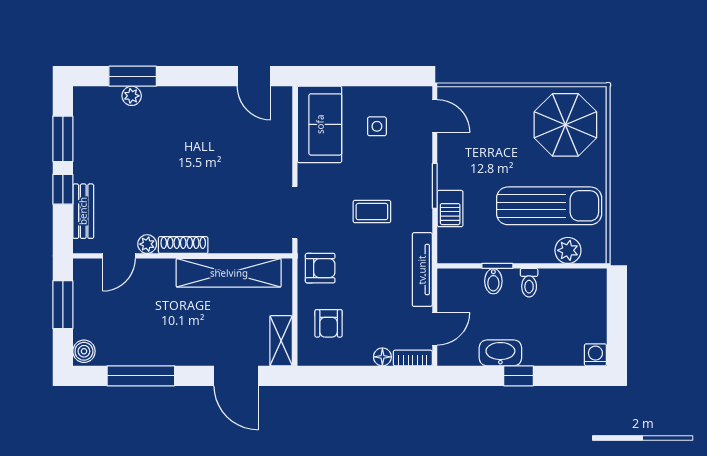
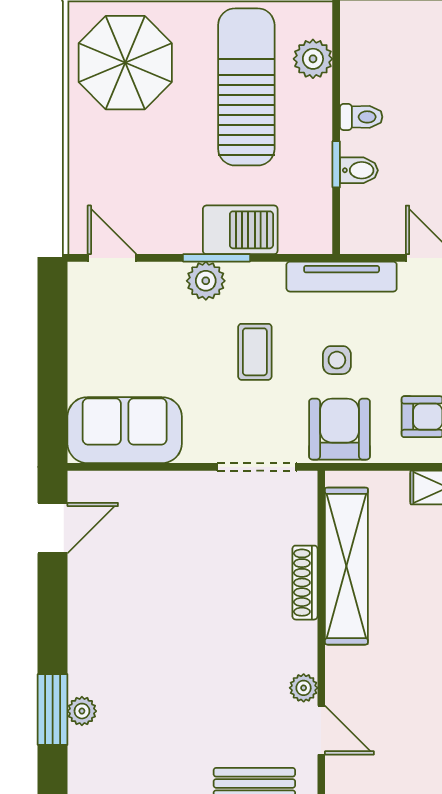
door: (435, 116) -> (112, 258), hinge flipped
side table: (377, 126) -> (337, 360), moved
plant: (419, 179) -> (206, 281), added
barbecue: (450, 209) -> (240, 230), width x1.38, depth x1.27
shoe rack: (183, 245) -> (305, 583), moved
armchair: (320, 268) -> (340, 429), width x1.38, depth x1.38

